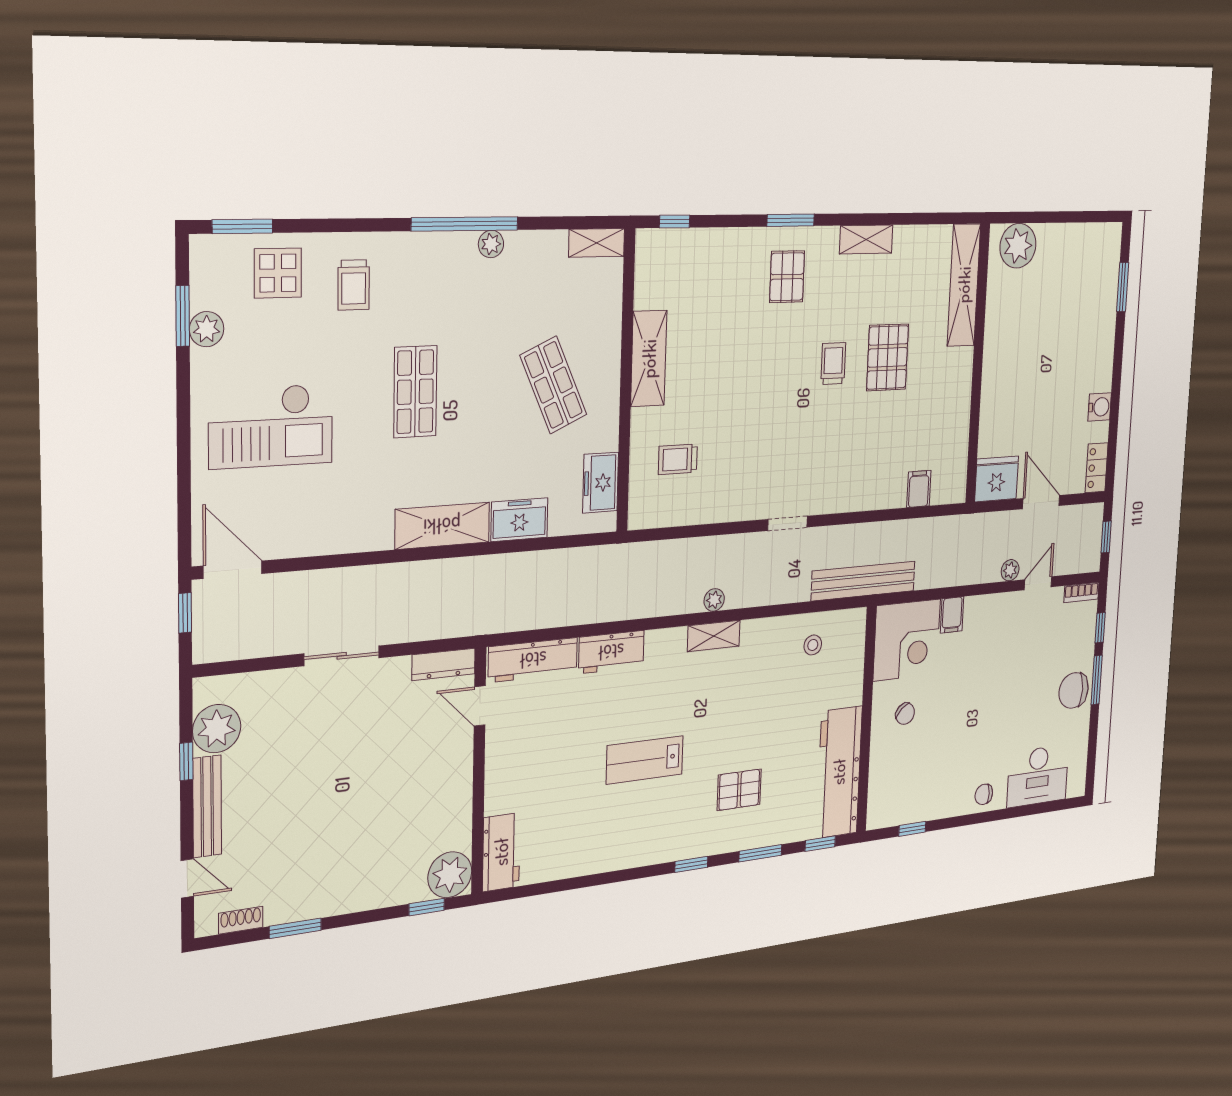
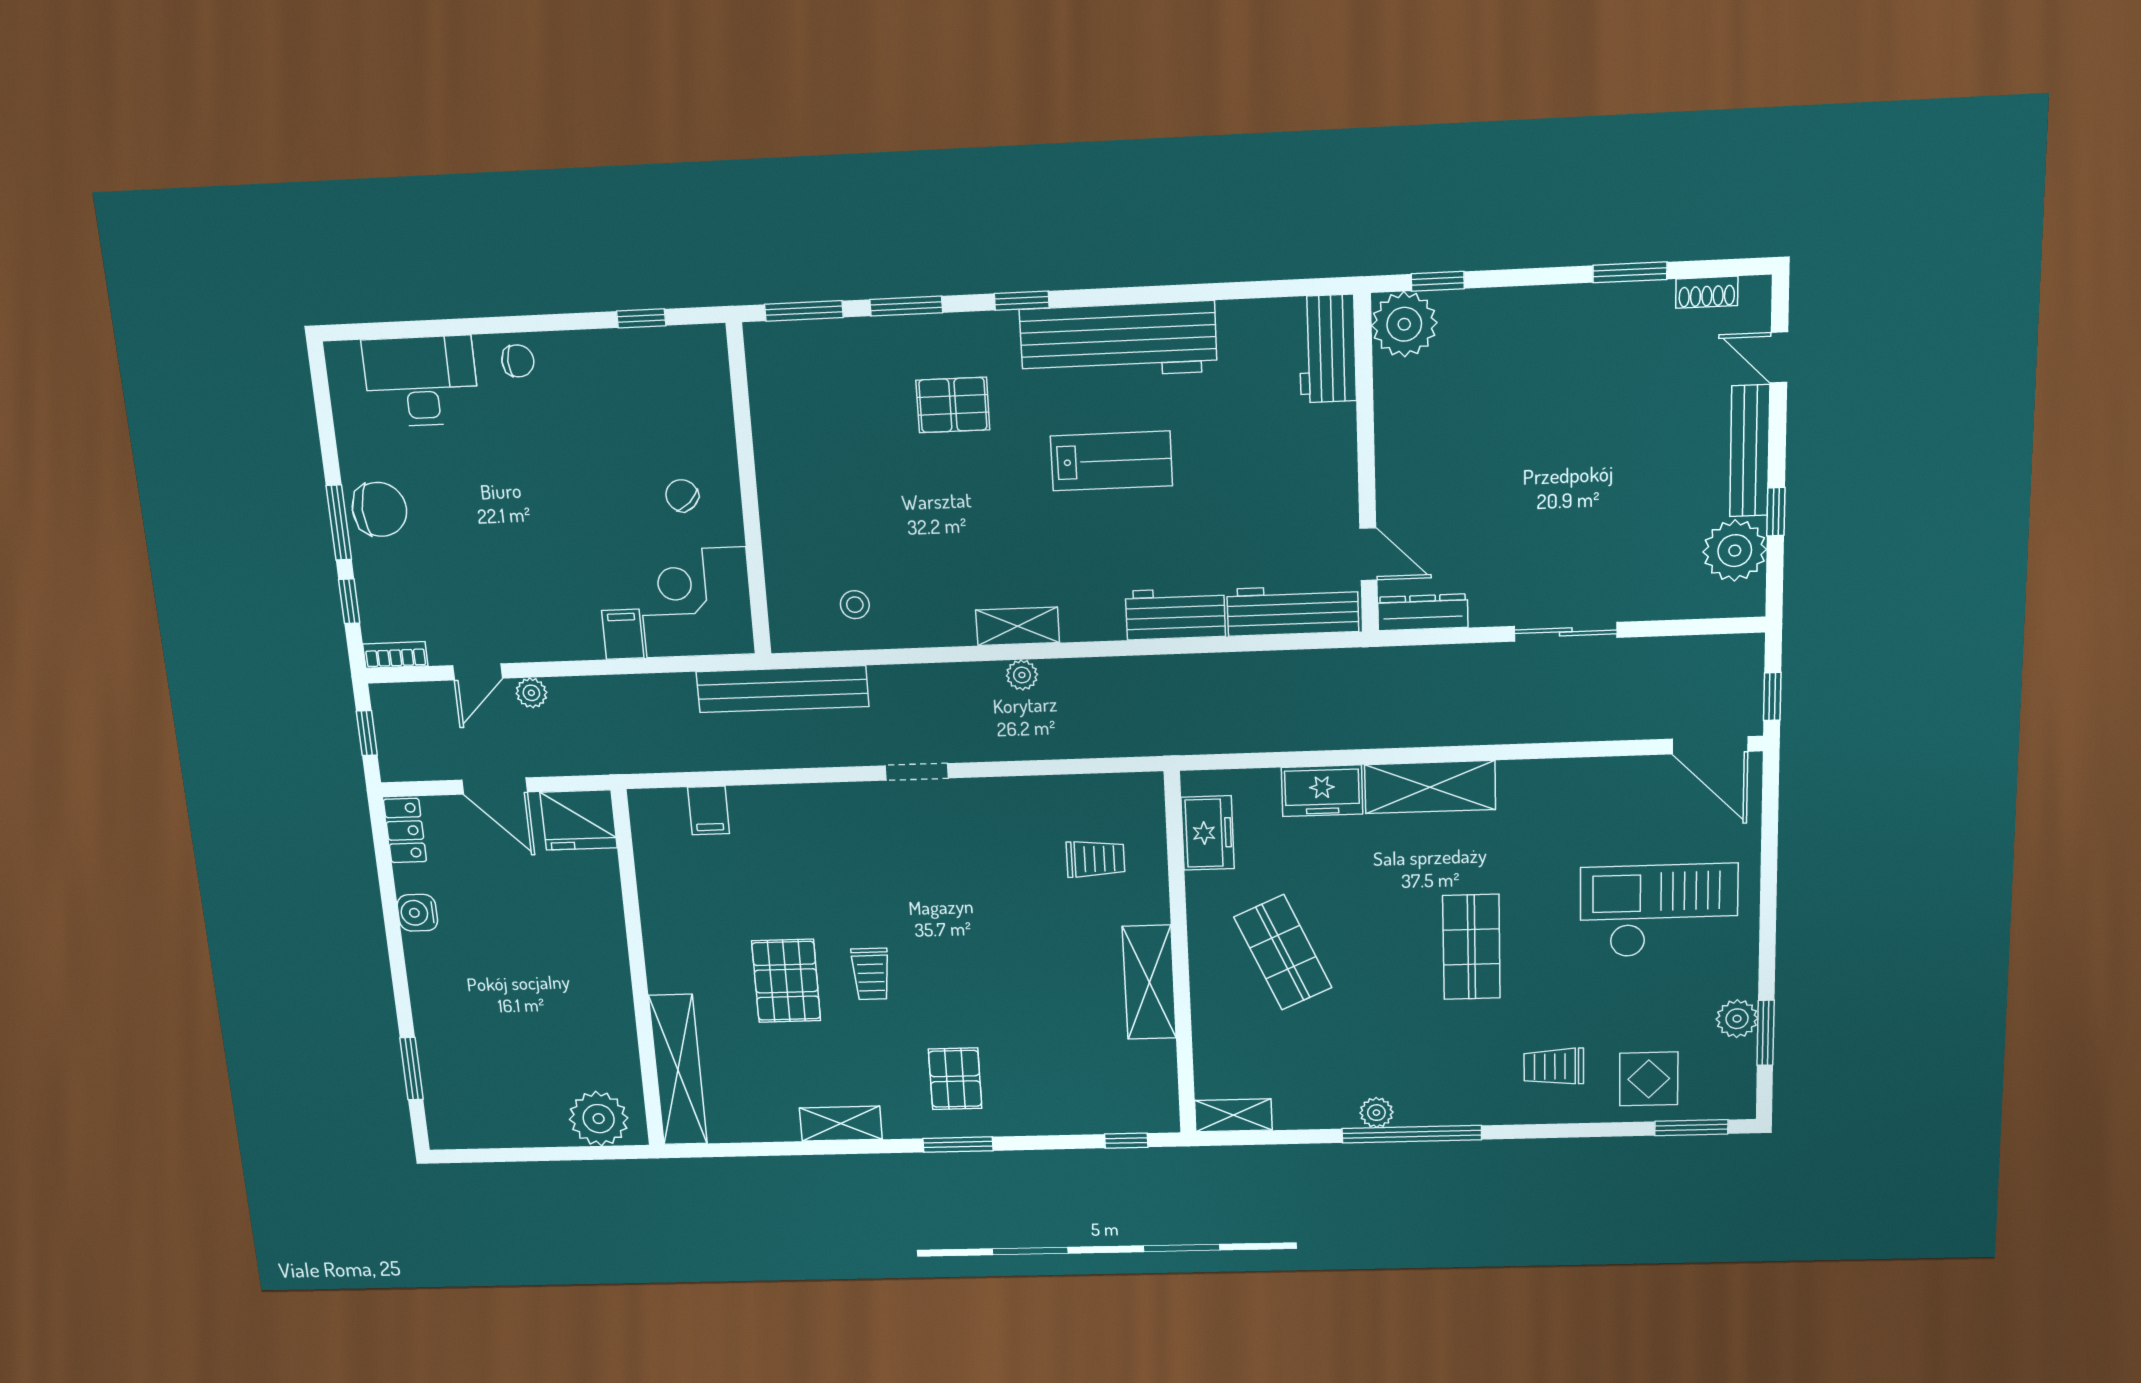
trolley: (354, 285) -> (1554, 1067), turned -90
workbench: (839, 772) -> (1118, 340), moved, turned 90
window: (820, 844) -> (804, 311), width x1.50

